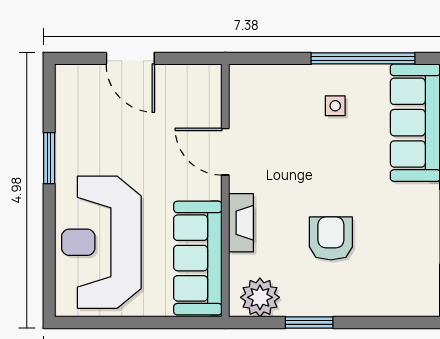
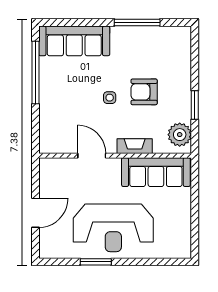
side table: (335, 106) -> (110, 98), moved
door: (225, 152) -> (92, 156), swing flipped
reception desk: (101, 242) -> (113, 228), moved

